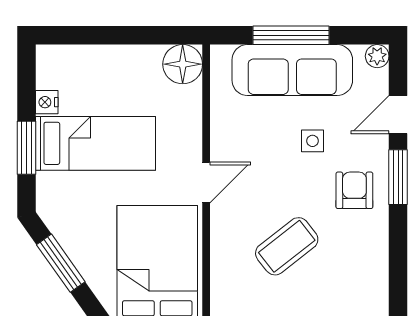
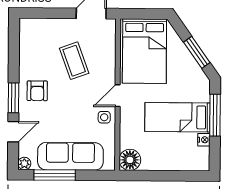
window: (291, 35) -> (55, 175), moved
side table: (312, 141) -> (104, 117), moved
window: (26, 148) -> (215, 115), width x1.44
coffee table: (287, 246) -> (74, 61), turned -72

